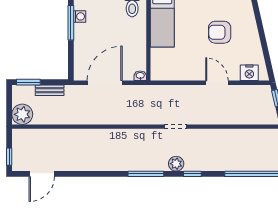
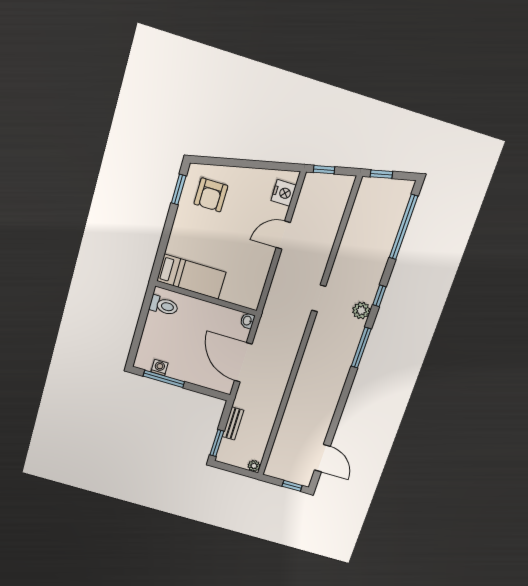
armchair: (220, 32) -> (211, 195), moved
plant: (22, 114) -> (254, 466), width x0.53, depth x0.53

